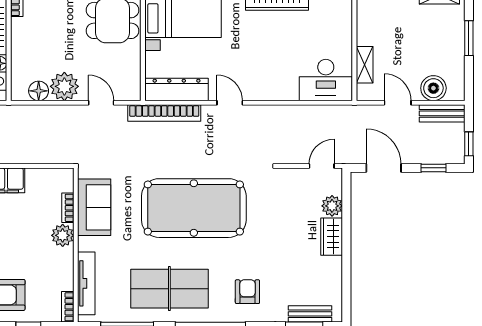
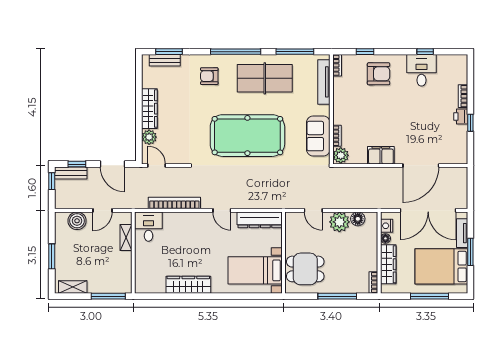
desk: (326, 80) -> (148, 227), width x0.73
door: (398, 103) -> (102, 210), hinge flipped
bookcase: (164, 113) -> (174, 203), moved
bench: (442, 113) -> (71, 173), moved
door: (322, 166) -> (157, 165), swing flipped
plant: (63, 235) -> (341, 155), moved
wardrobe: (332, 237) -> (149, 109), width x1.50
armchair: (247, 292) -> (209, 76), turned 90

